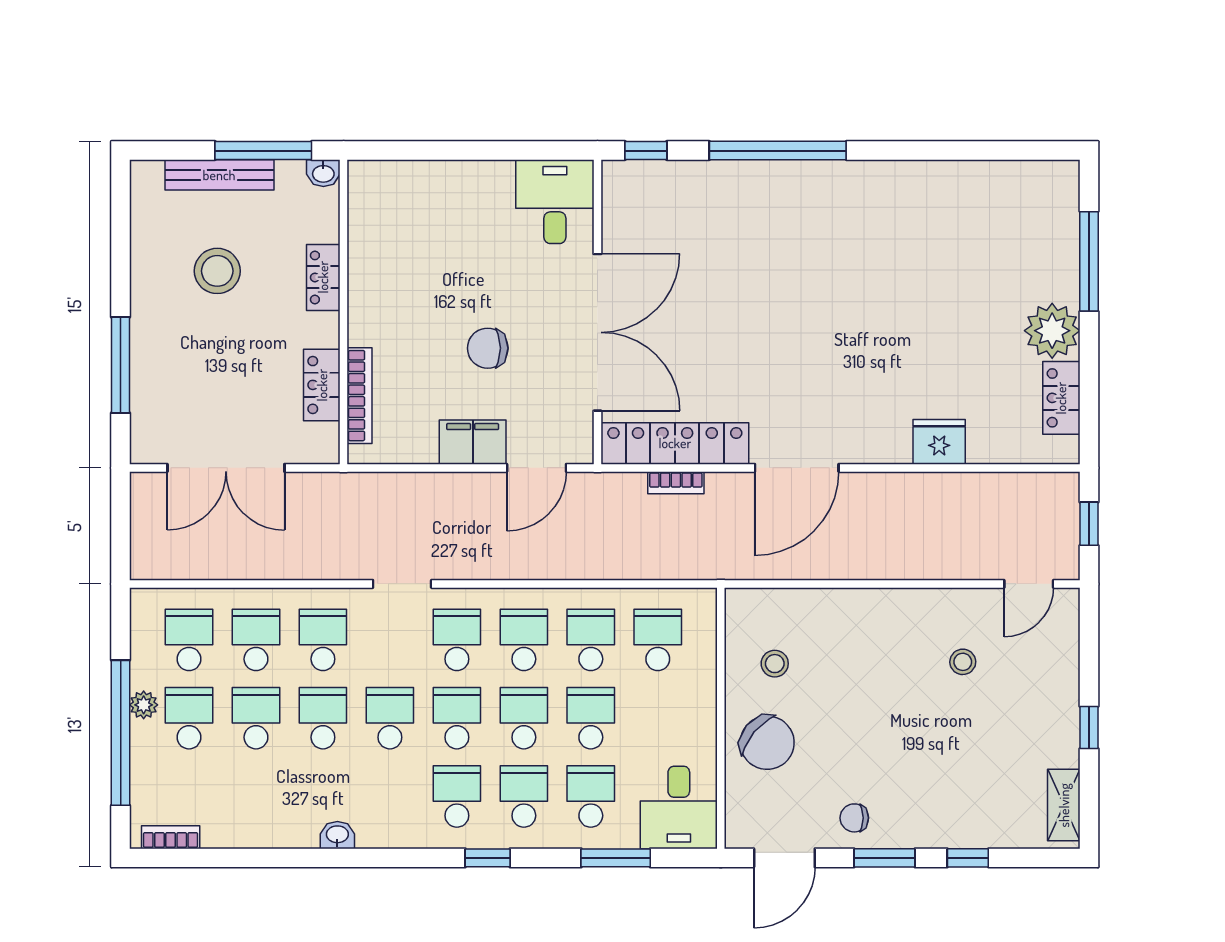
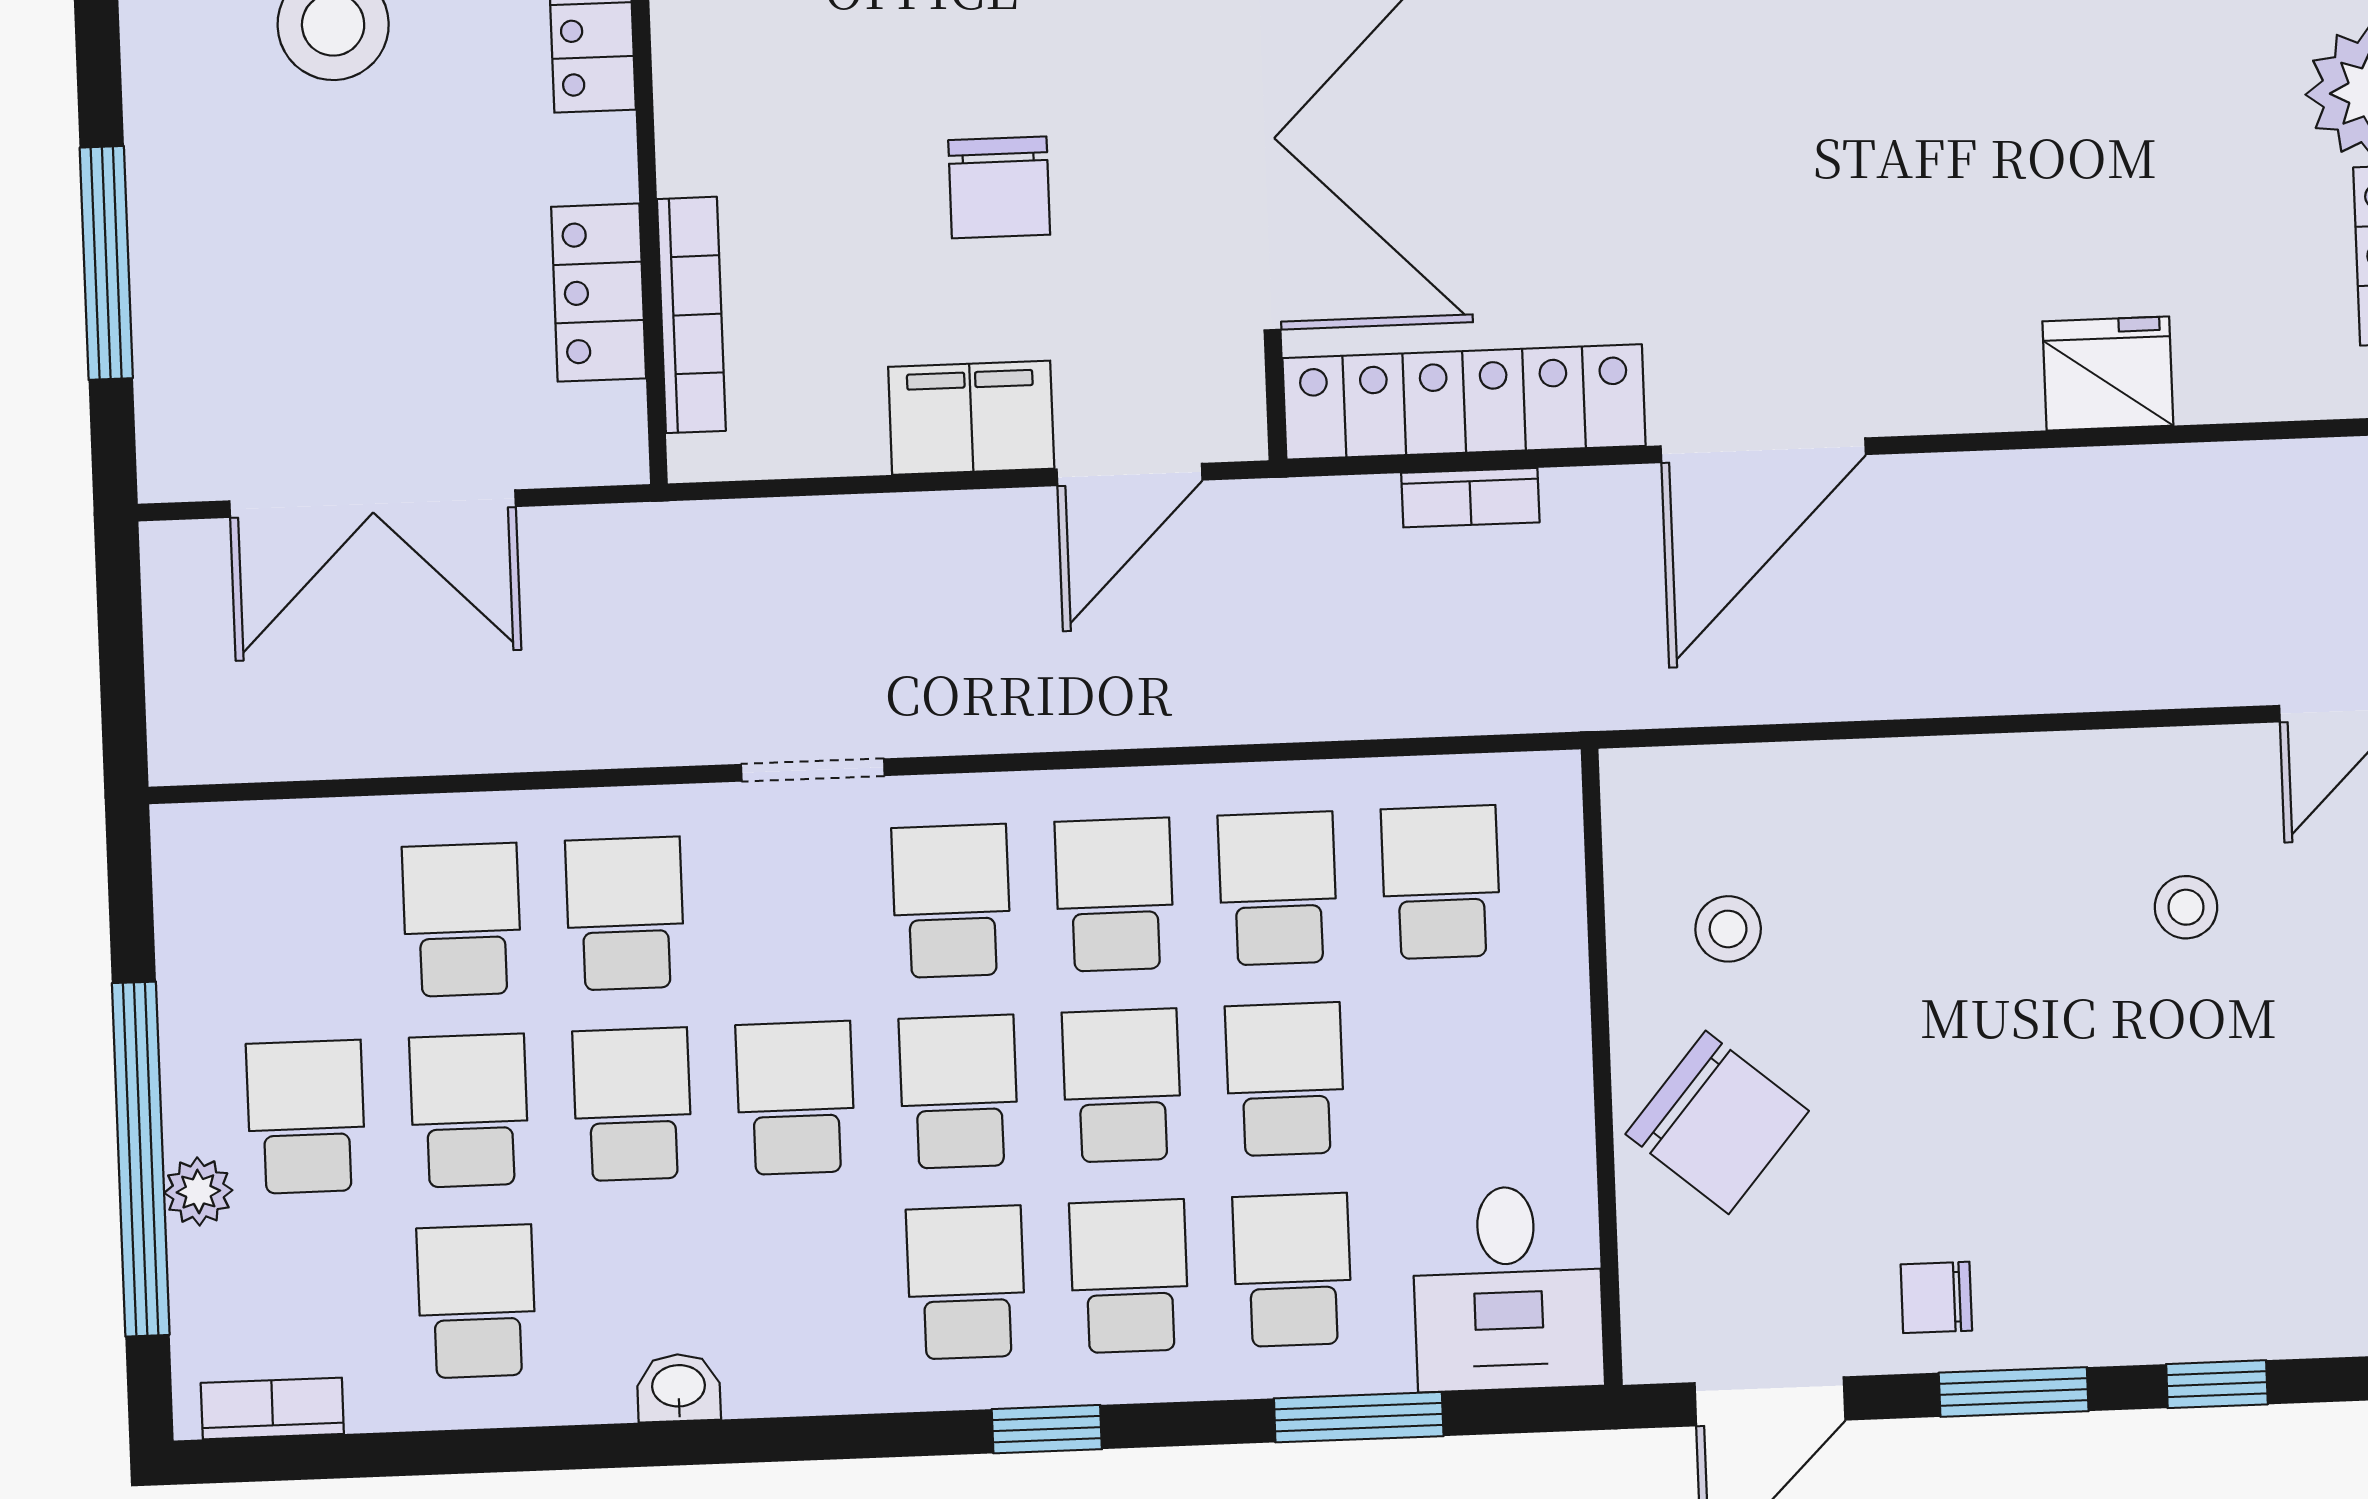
chair: (488, 348) -> (999, 187), turned -90
school desk: (189, 640) -> (477, 1301), moved
plant: (144, 705) -> (198, 1191), moved

